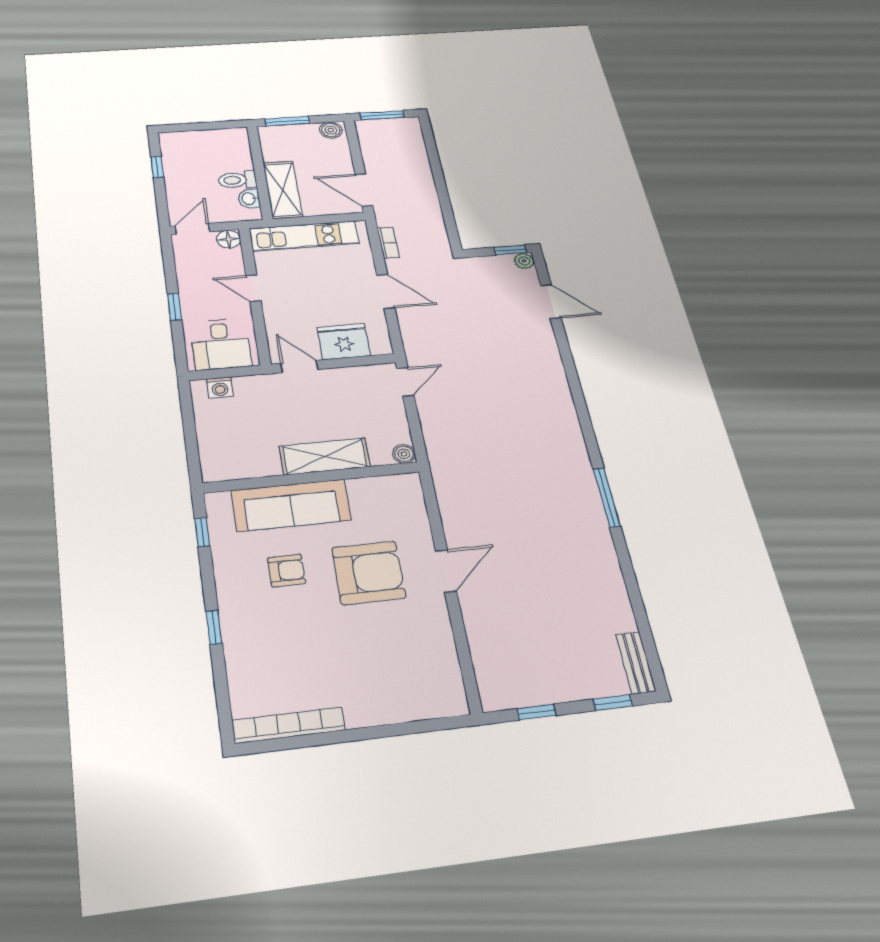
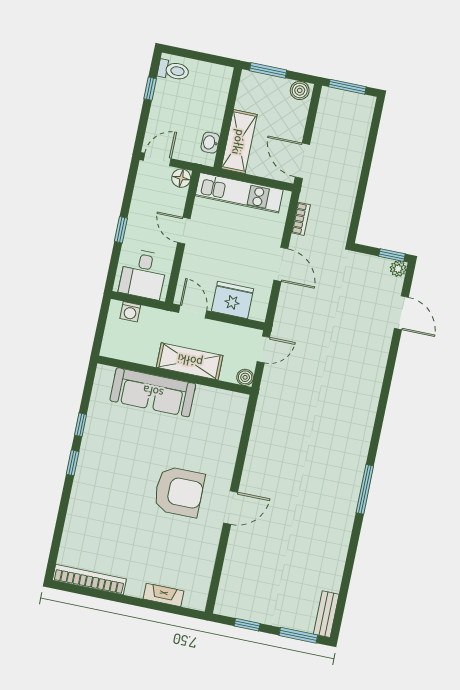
toilet: (237, 180) -> (173, 70), moved, turned 180
boiler: (404, 454) -> (245, 377), moved
shelving: (325, 456) -> (190, 361), moved
wall: (311, 477) -> (174, 375), moved
sofa: (291, 505) -> (153, 392), moved
armchair: (287, 571) -> (126, 472), removed
window: (214, 627) -> (73, 463), moved
window: (613, 703) -> (298, 635), width x1.50
fireplace: (403, 711) -> (163, 595), added

